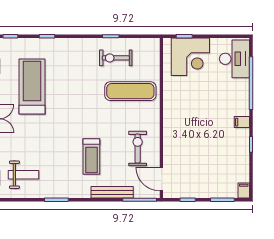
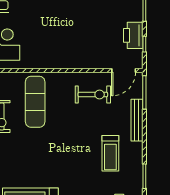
exercise bike: (138, 149) -> (93, 95), turned 180
treadmill: (91, 156) -> (110, 153), moved, turned 90
printer: (196, 189) -> (133, 35), added

